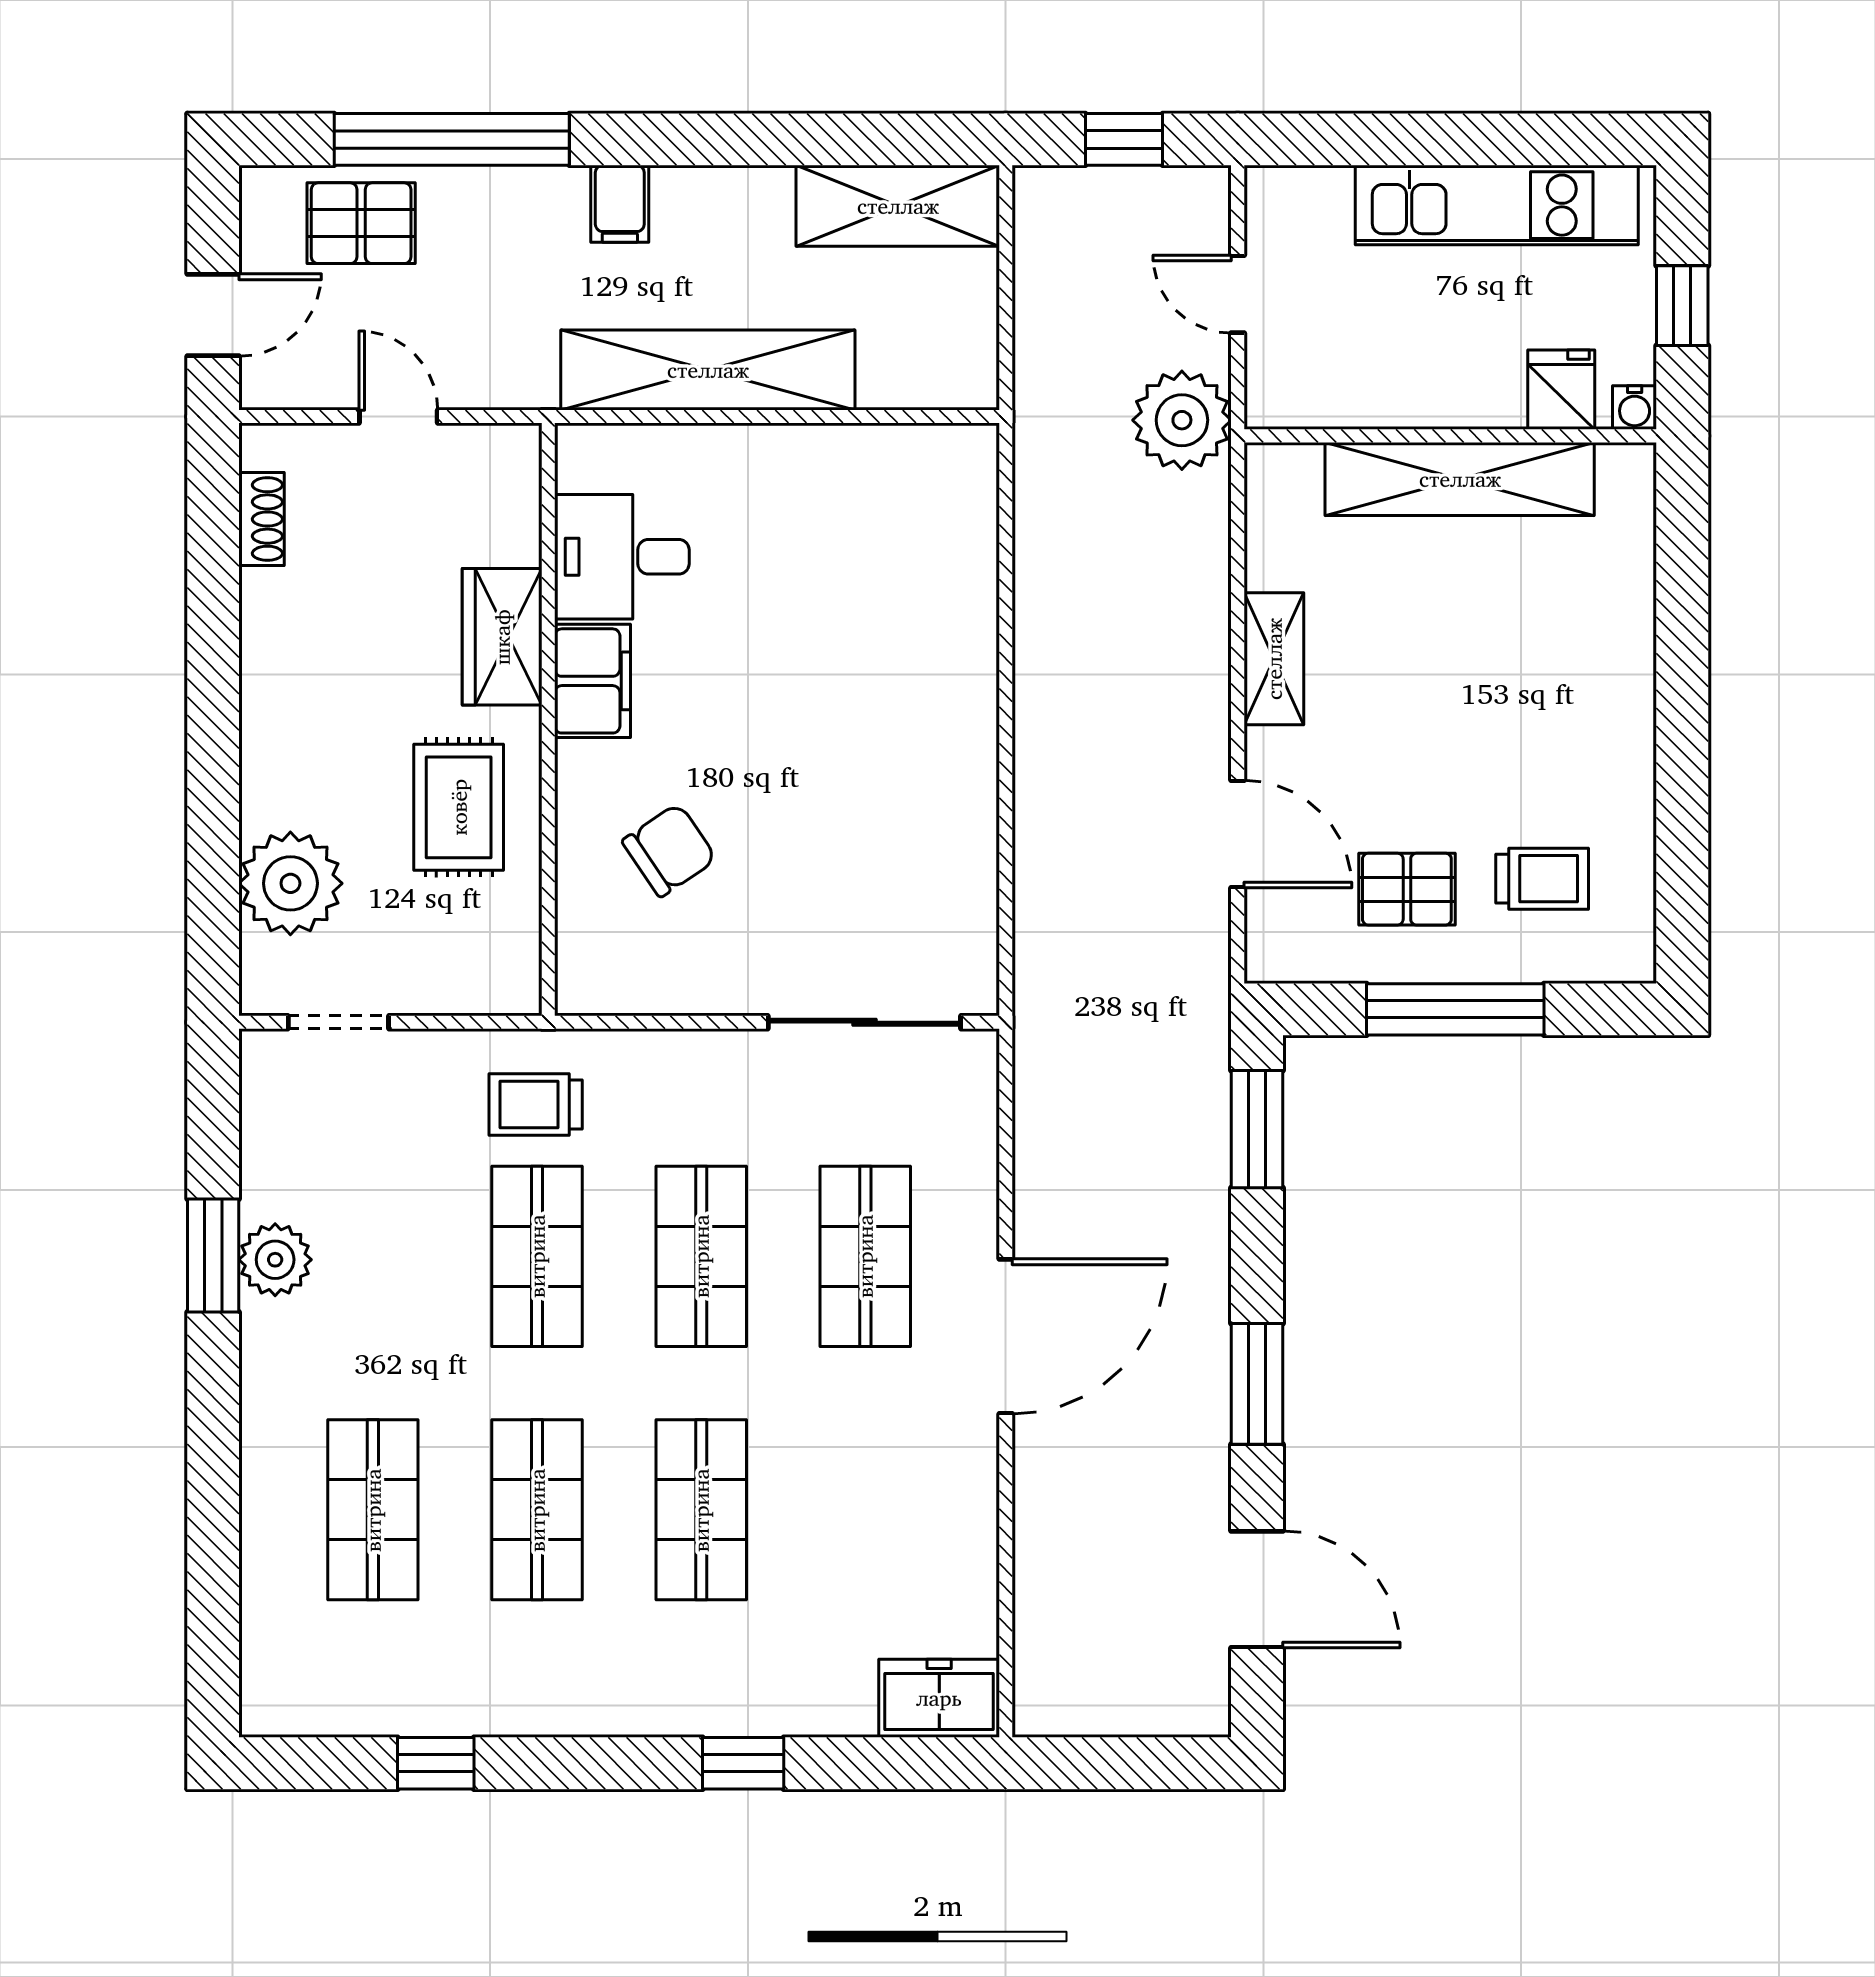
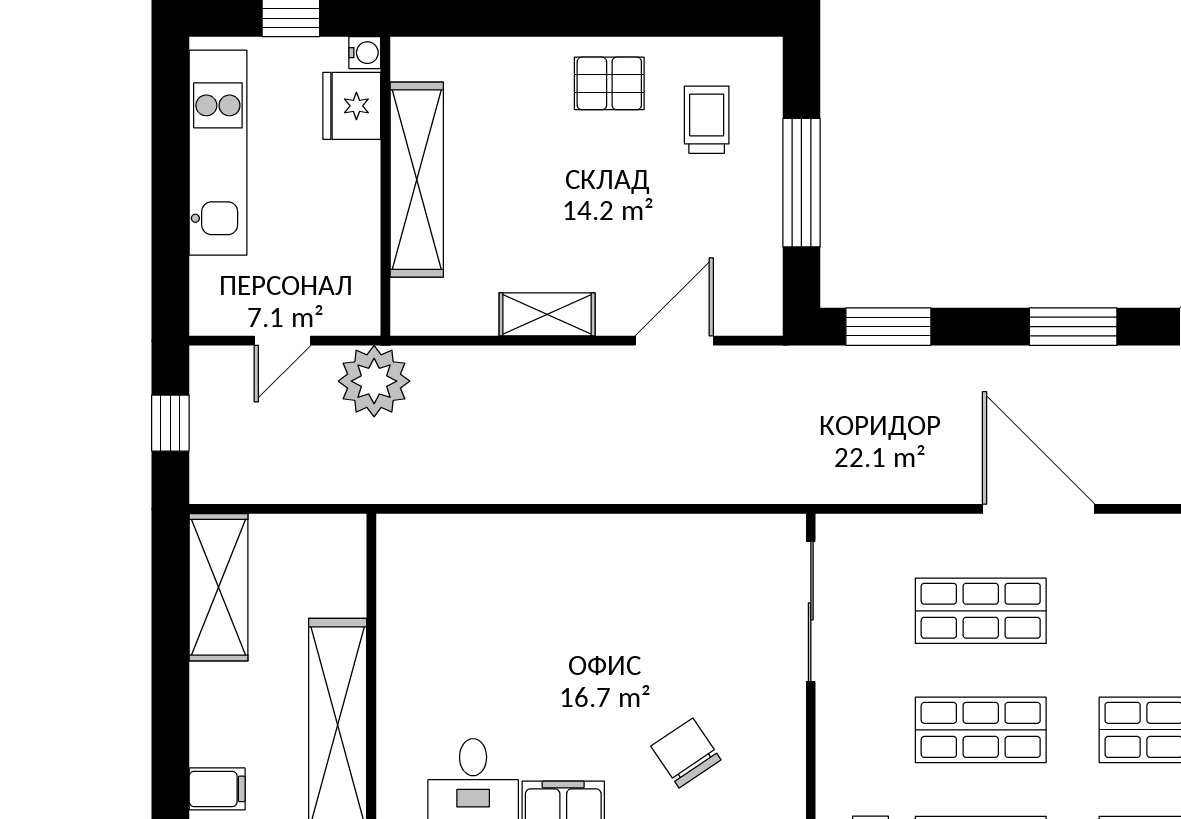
fridge: (1561, 390) -> (352, 106), width x1.38
pallet: (1407, 889) -> (609, 83), moved, turned 90

